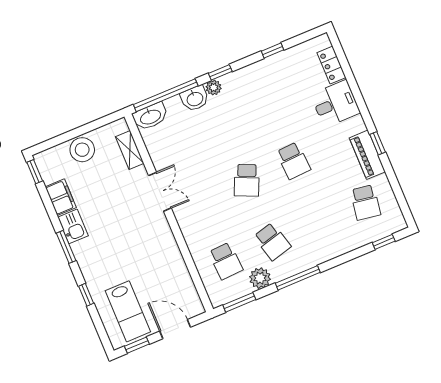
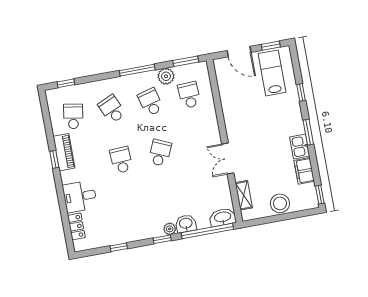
school desk: (319, 222) -> (112, 109), added

